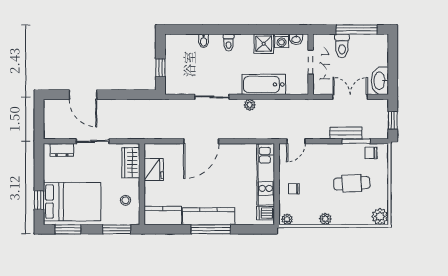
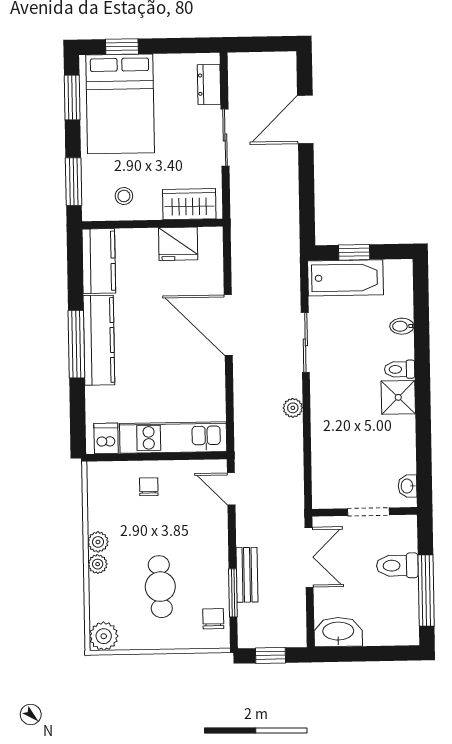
washing machine: (282, 41) -> (404, 461), removed
shower: (264, 44) -> (398, 397), moved
bathtub: (264, 84) -> (346, 278), moved, turned 90
double door: (350, 97) -> (309, 557), moved
plant: (287, 219) -> (98, 564), moved

